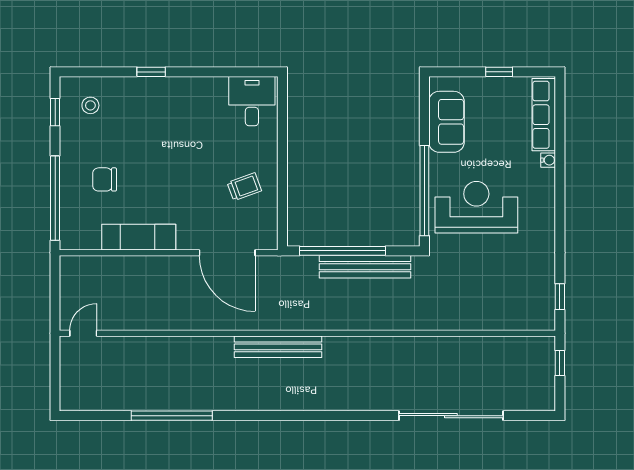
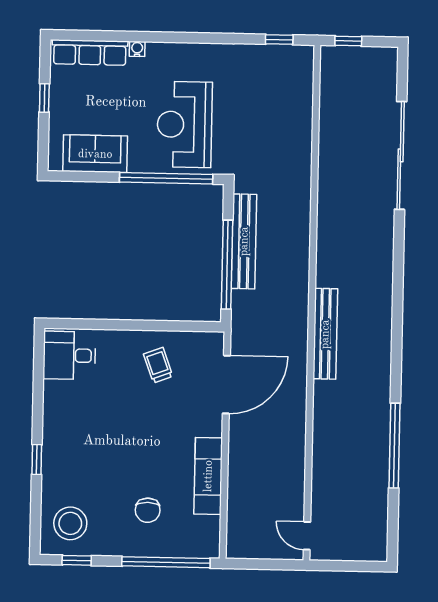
stool: (90, 105) -> (70, 523), width x1.89, depth x1.89

